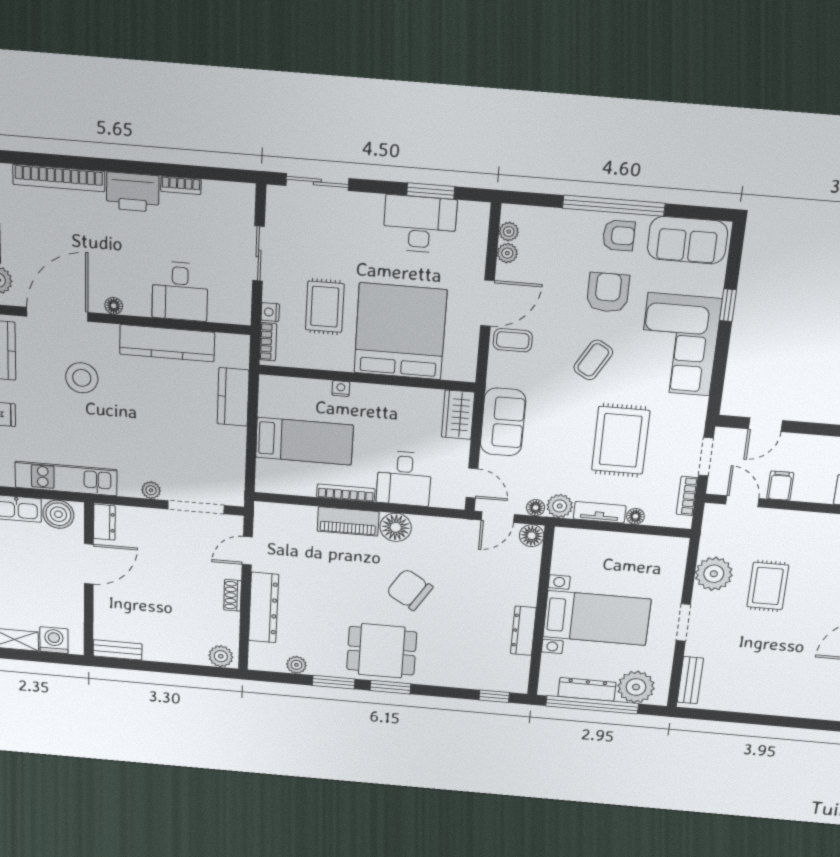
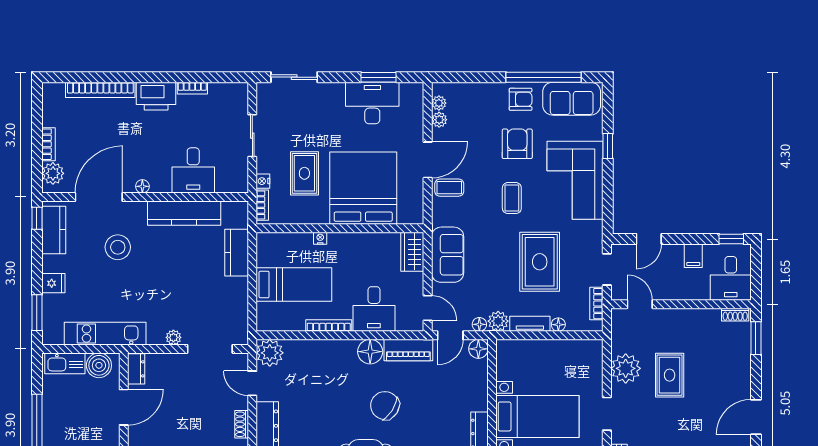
window: (614, 206) -> (544, 77), moved
coffee table: (593, 360) -> (512, 198), turned -30
filing cabinet: (780, 486) -> (693, 256), moved, turned 180
plant: (270, 518) -> (270, 353), added
piano: (348, 521) -> (408, 350), moved
door: (247, 551) -> (252, 383), hinge flipped

